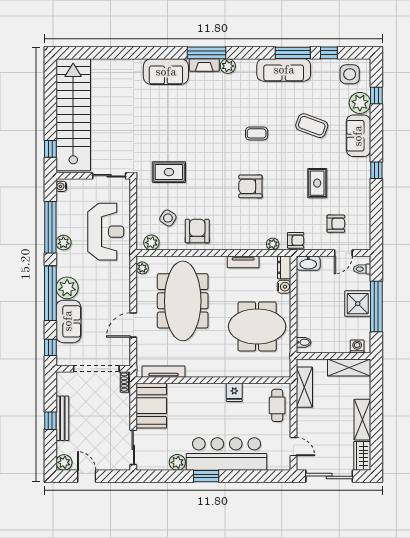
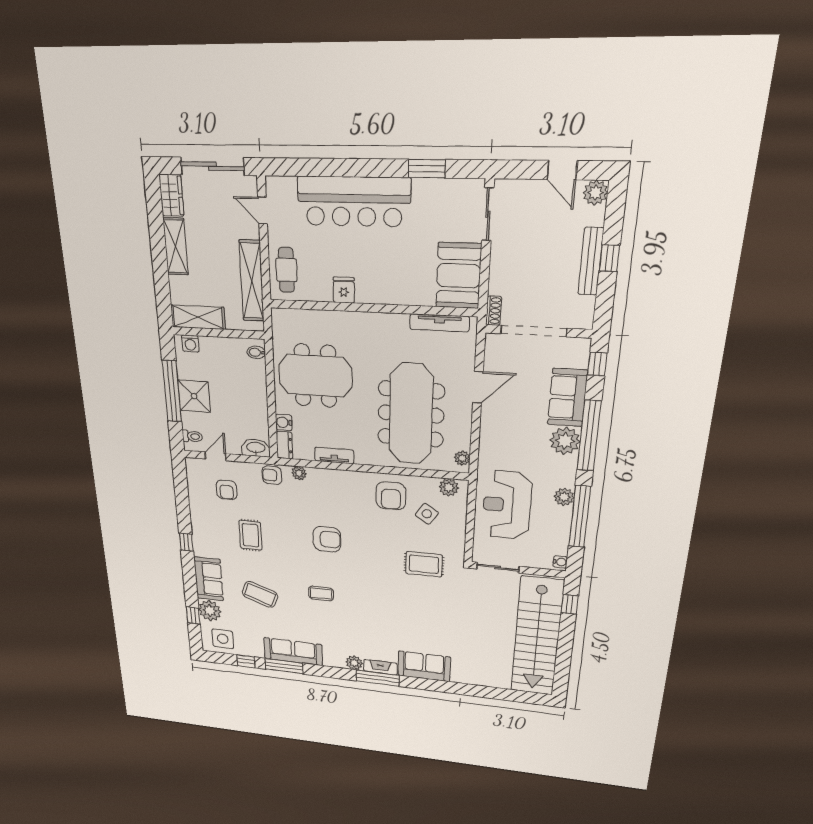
armchair: (336, 224) -> (227, 490), turned -90
shelving: (304, 387) -> (252, 281), width x1.47
plant: (177, 462) -> (424, 190), removed
window: (206, 476) -> (427, 169), moved

